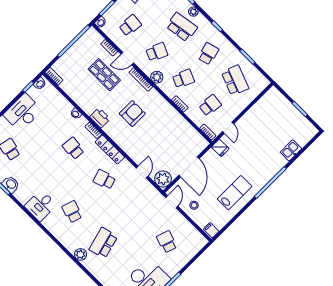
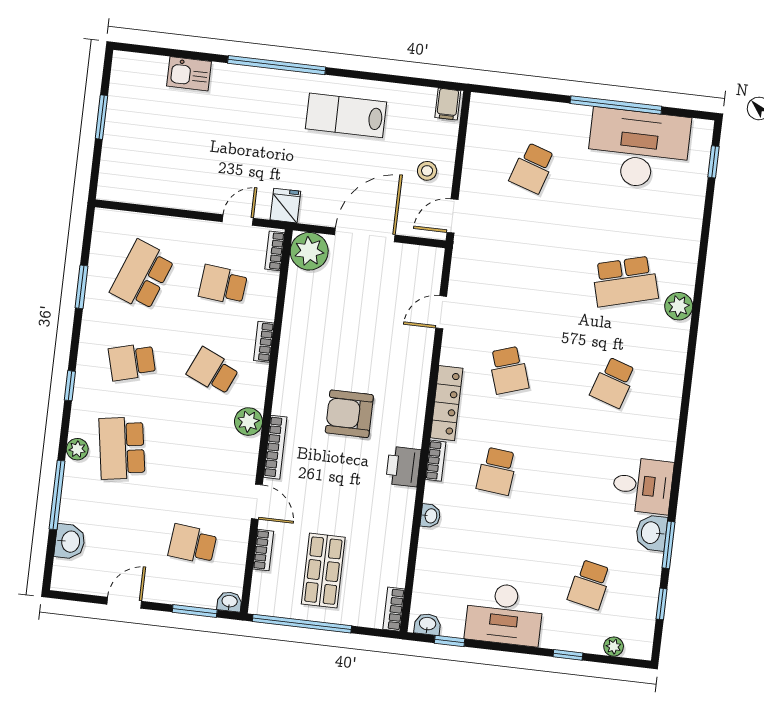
school desk: (157, 52) -> (203, 458), removed
shop shelf: (104, 75) -> (323, 571), moved
plant: (163, 179) -> (309, 251), moved
desk: (41, 205) -> (643, 485), moved

